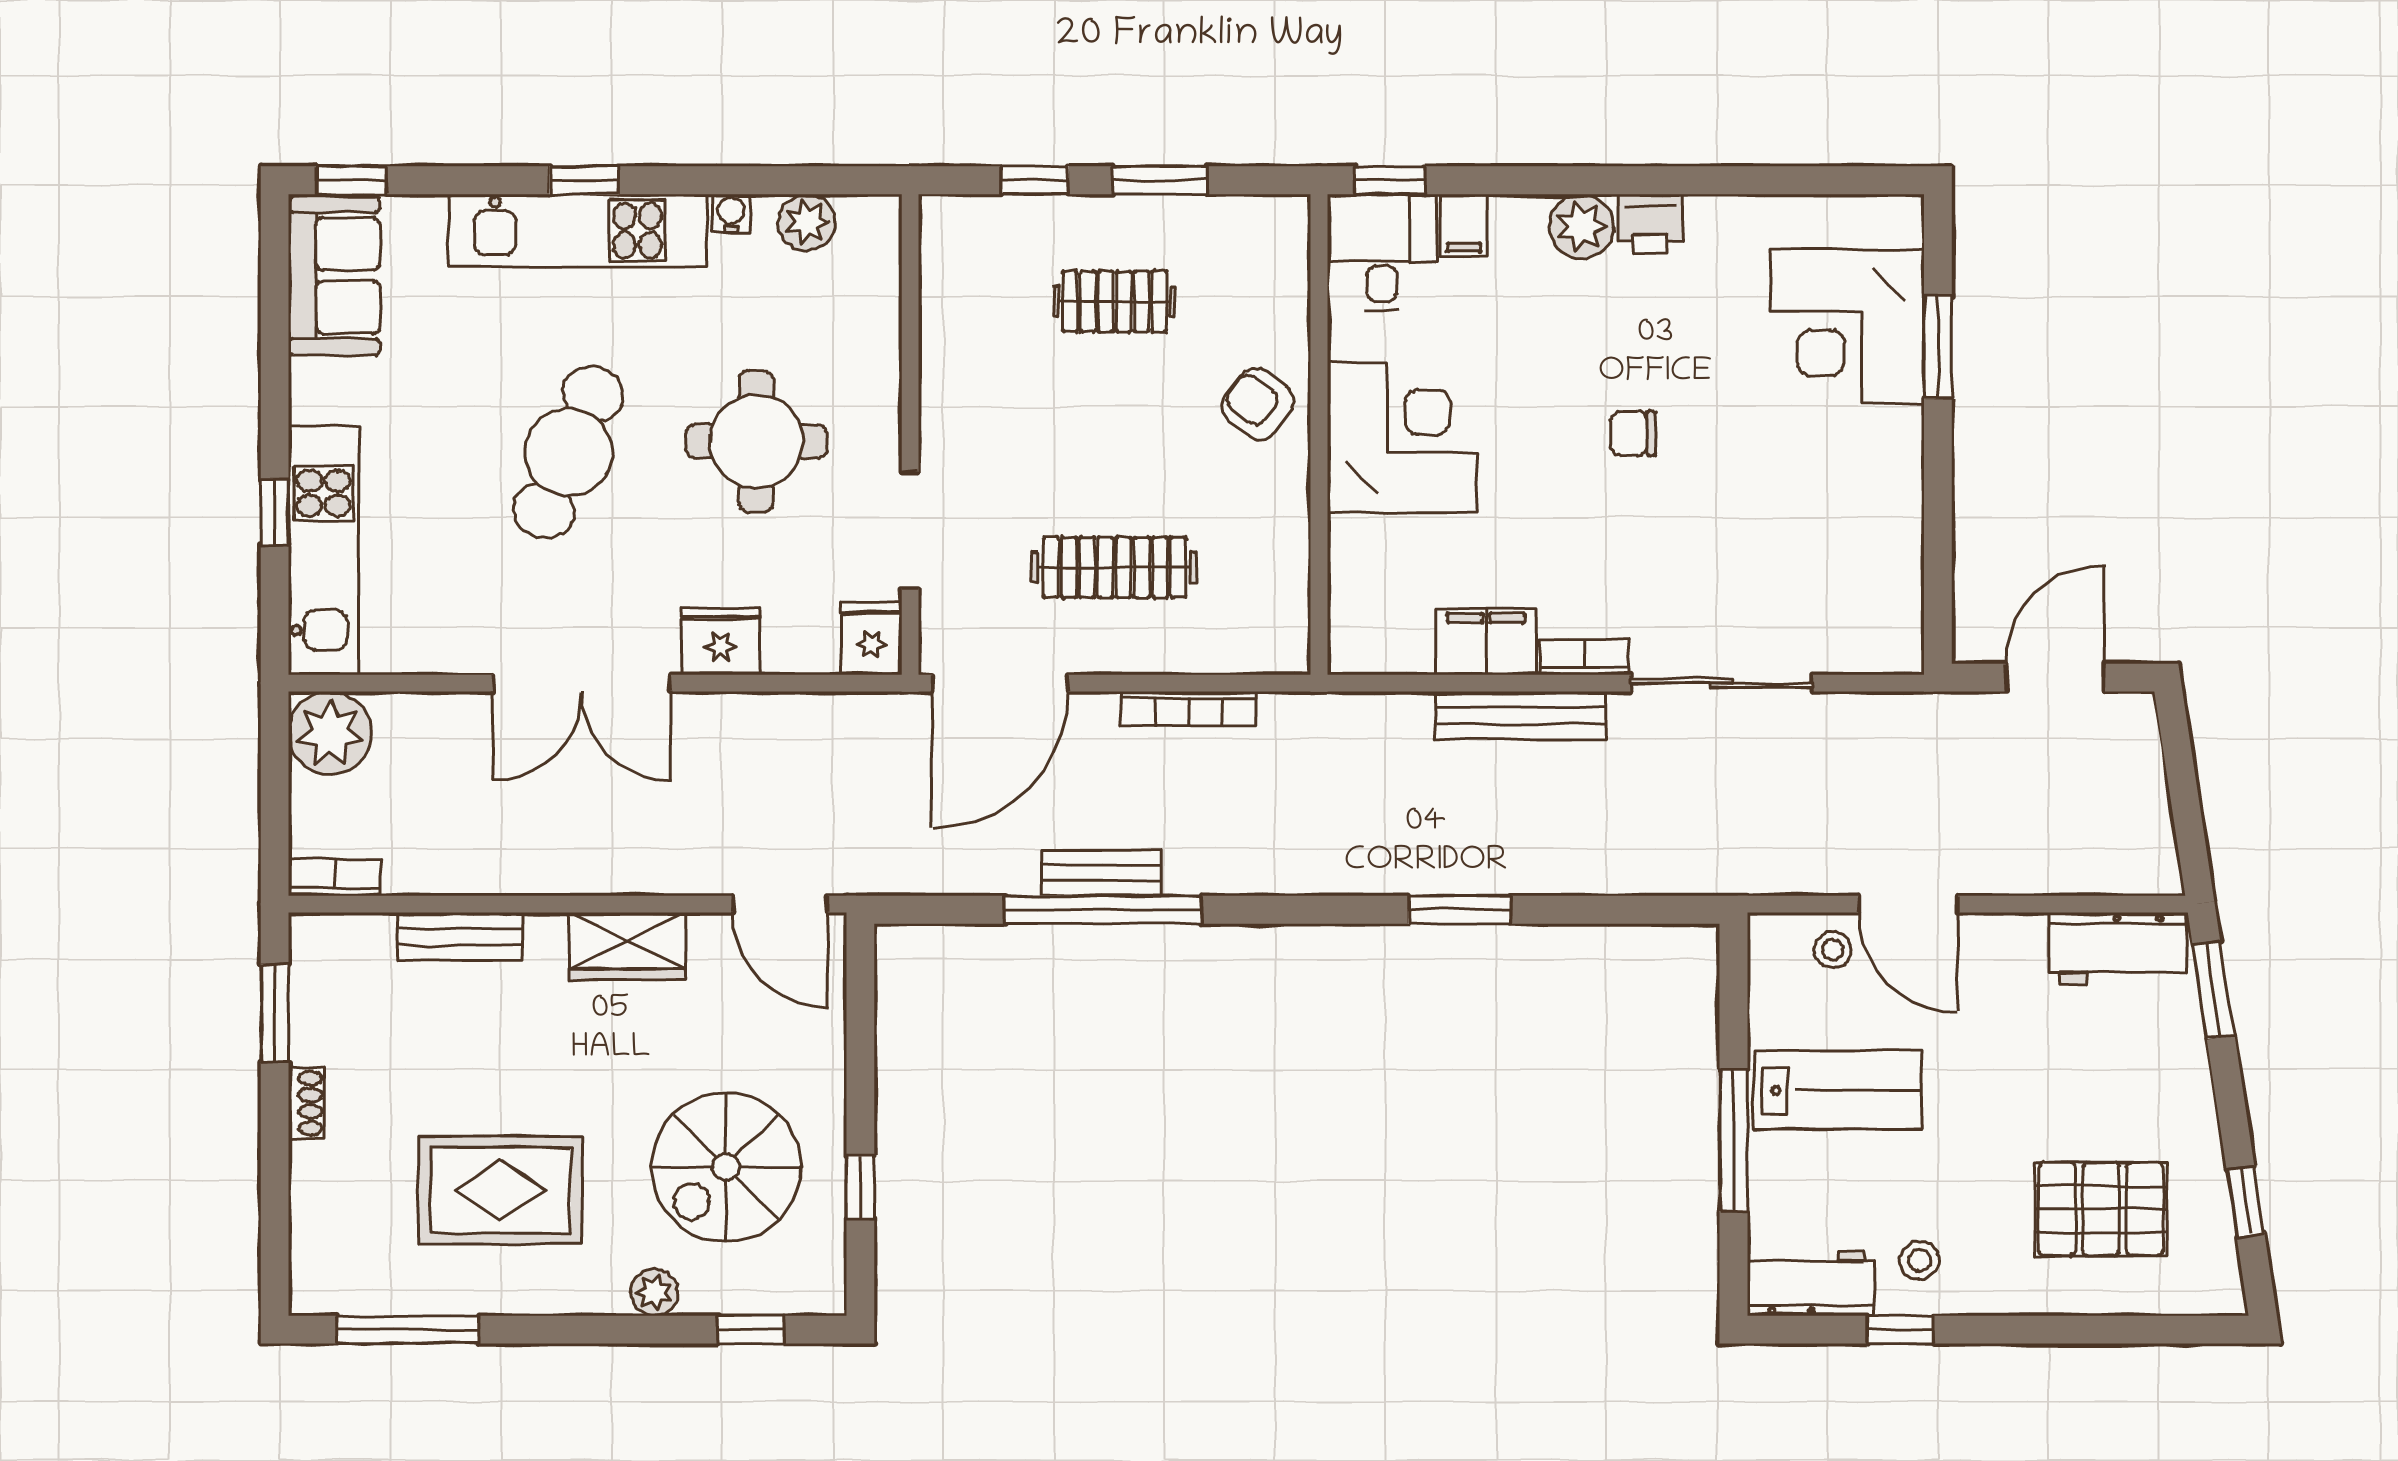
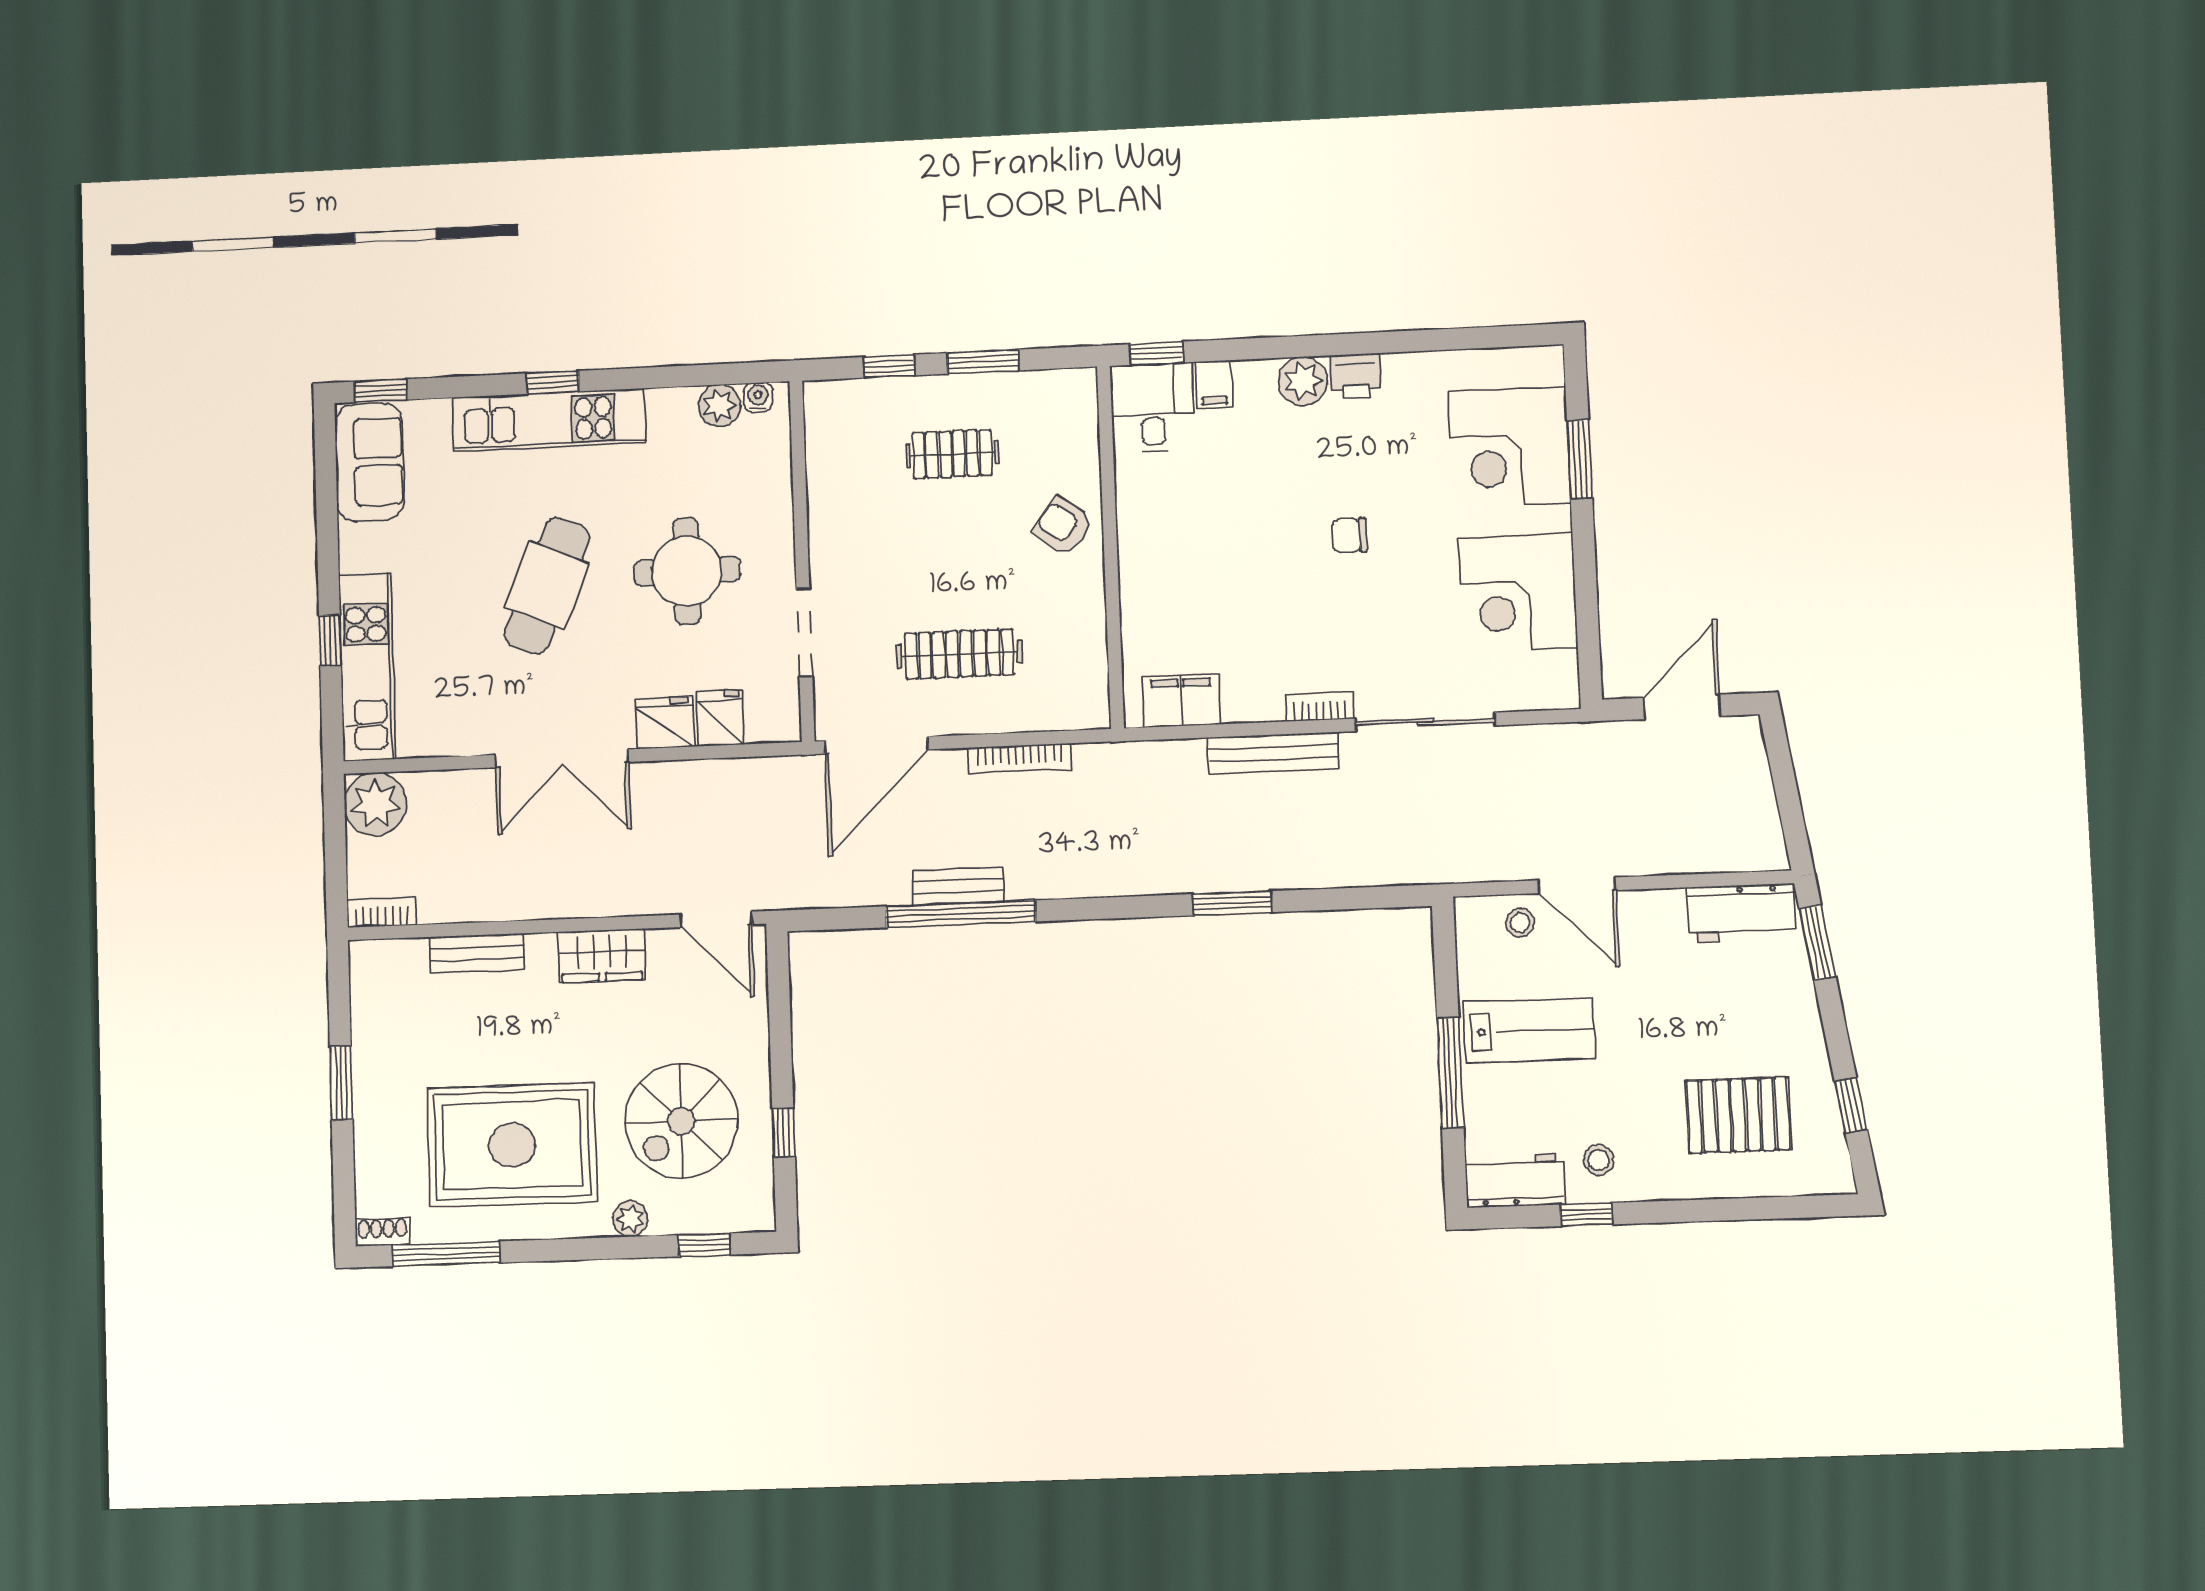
water cooler: (731, 213) -> (758, 397), moved
corner desk: (1402, 437) -> (1518, 593), moved, turned 180
fridge: (871, 638) -> (720, 718), moved
filing cabinet: (1486, 642) -> (1181, 701), moved
window: (275, 1013) -> (341, 1083), moved
shoe rack: (306, 1103) -> (382, 1232), moved, turned -90
rug: (500, 1190) -> (512, 1145), width x1.37, depth x1.44

